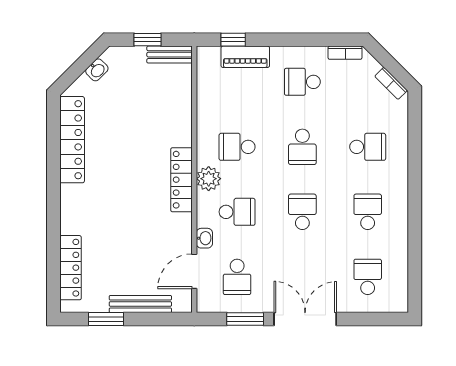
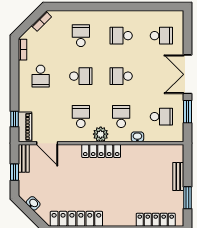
piano: (245, 57) -> (25, 127), moved
school desk: (237, 147) -> (81, 117), turned 180
door: (194, 271) -> (47, 143), moved
school desk: (368, 277) -> (161, 36), turned 180
bench: (140, 304) -> (178, 176), width x0.73

